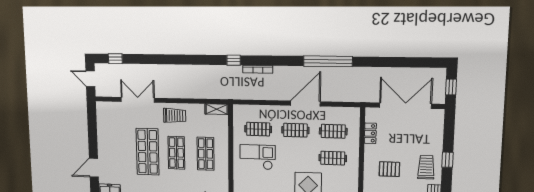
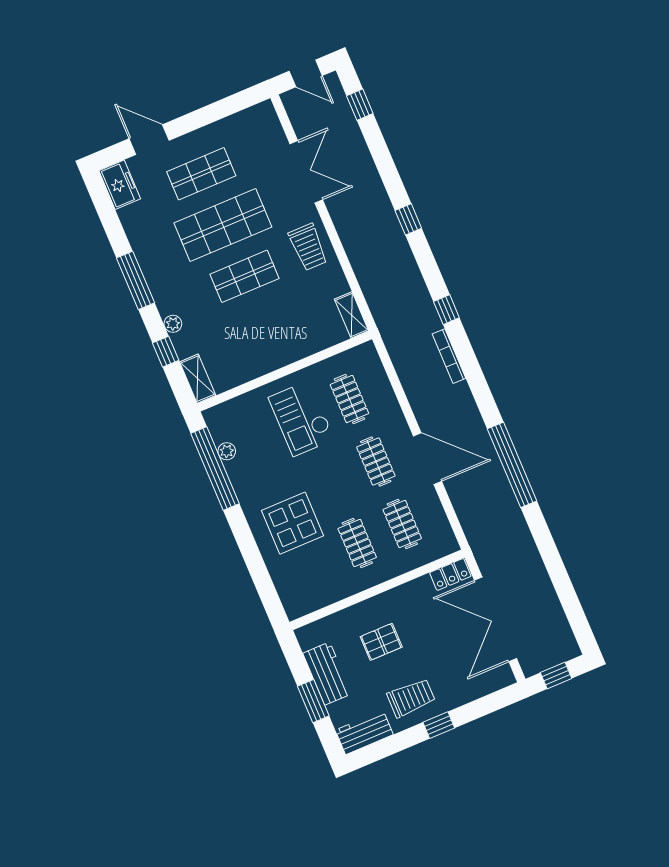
window: (181, 60) -> (408, 219), added
door: (90, 79) -> (306, 73), swing flipped
double door: (405, 106) -> (495, 619), swing flipped
locker: (370, 133) -> (450, 574), moved
shop shelf: (206, 154) -> (201, 174), moved
checkout: (258, 157) -> (301, 418), turned 180
pallet: (389, 169) -> (381, 642), turned 90

